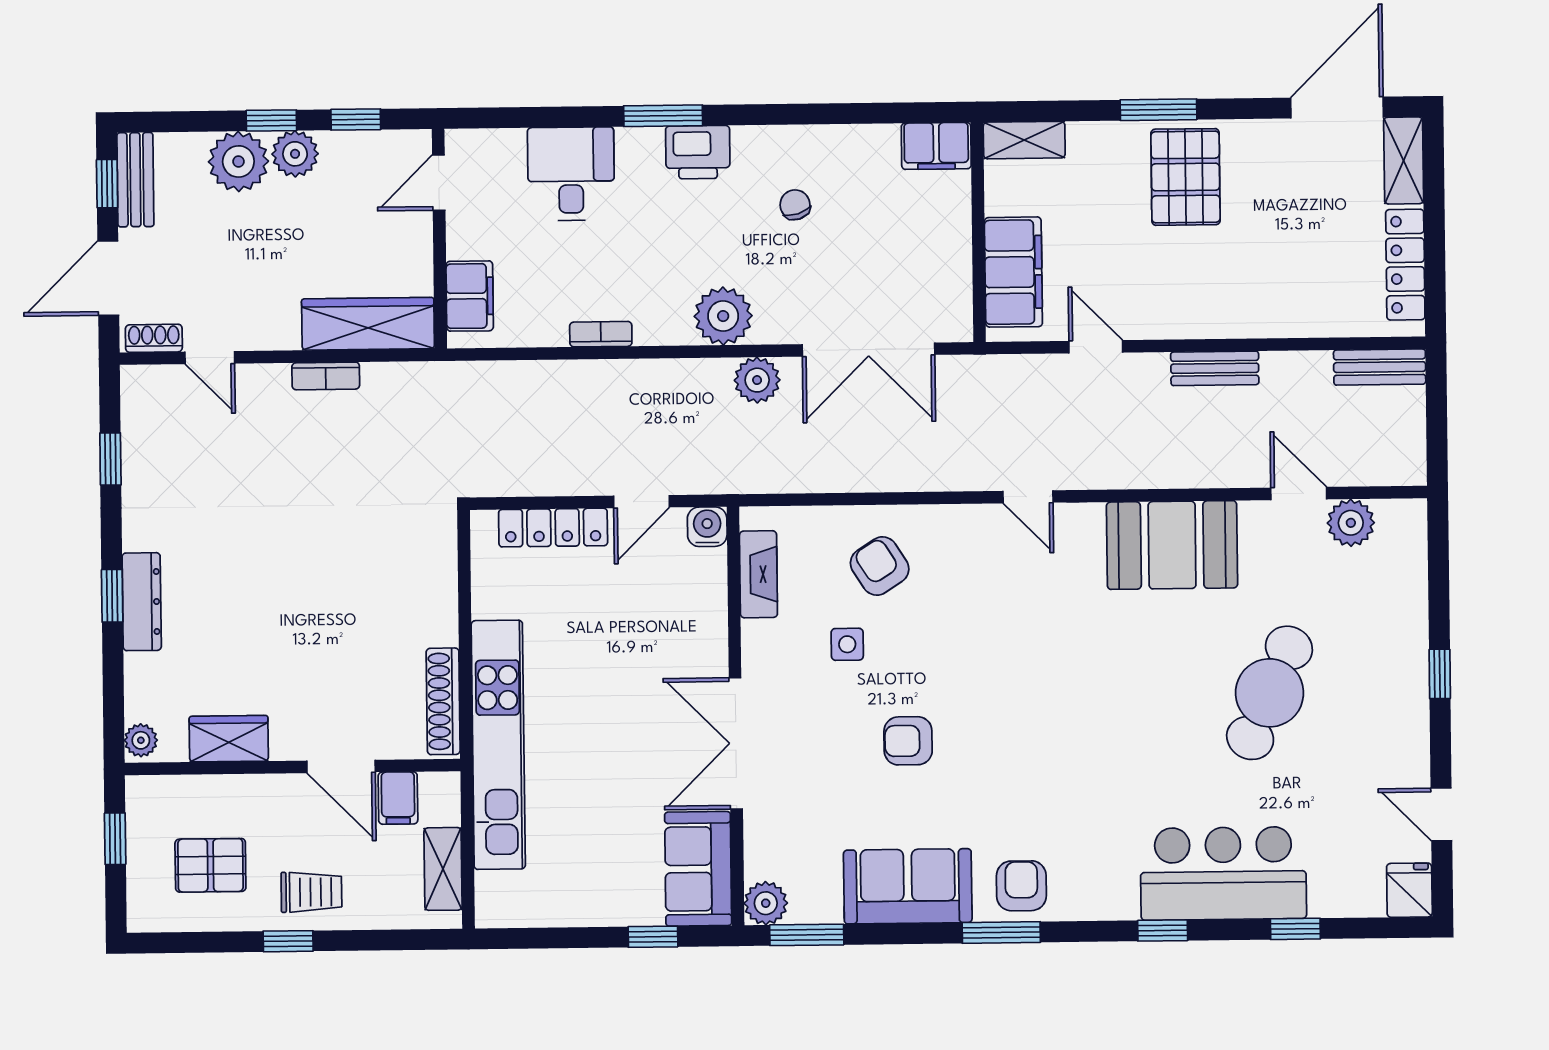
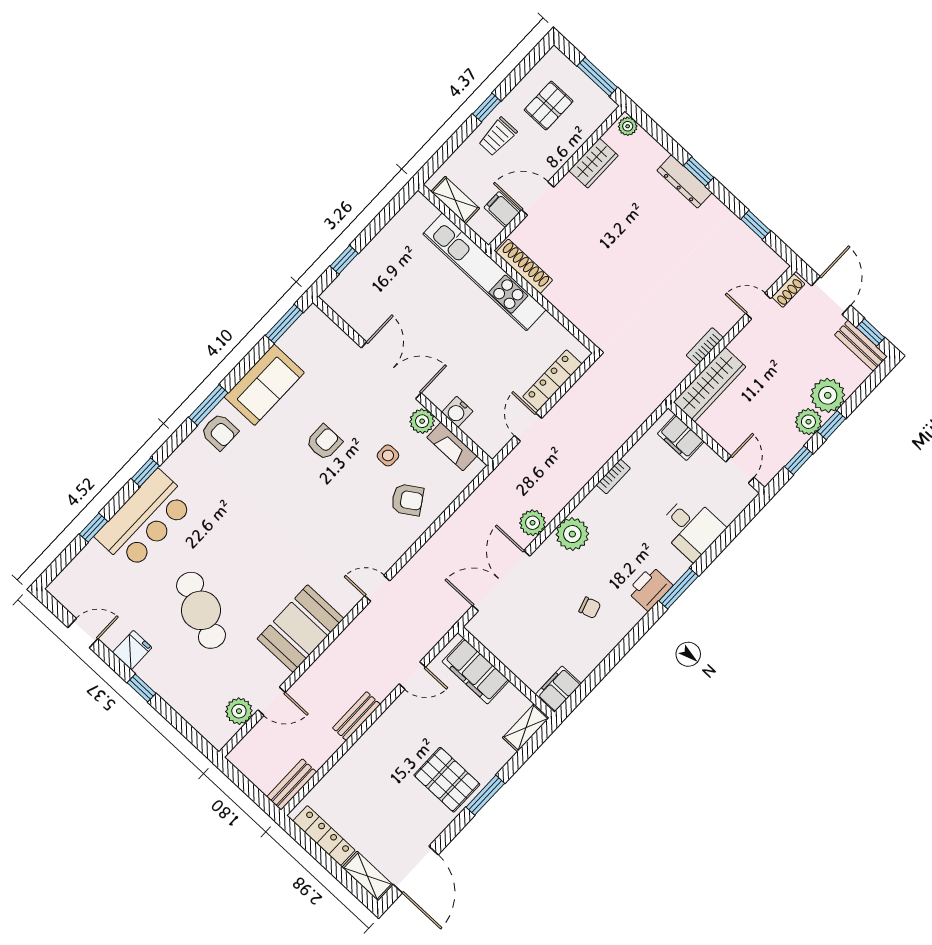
water cooler: (707, 527) -> (457, 412), moved, turned 90
window: (115, 839) -> (597, 77), width x1.50
sofa: (698, 869) -> (354, 305), removed
fridge: (1409, 890) -> (132, 650), moved, turned -90
plant: (766, 903) -> (422, 421), moved

